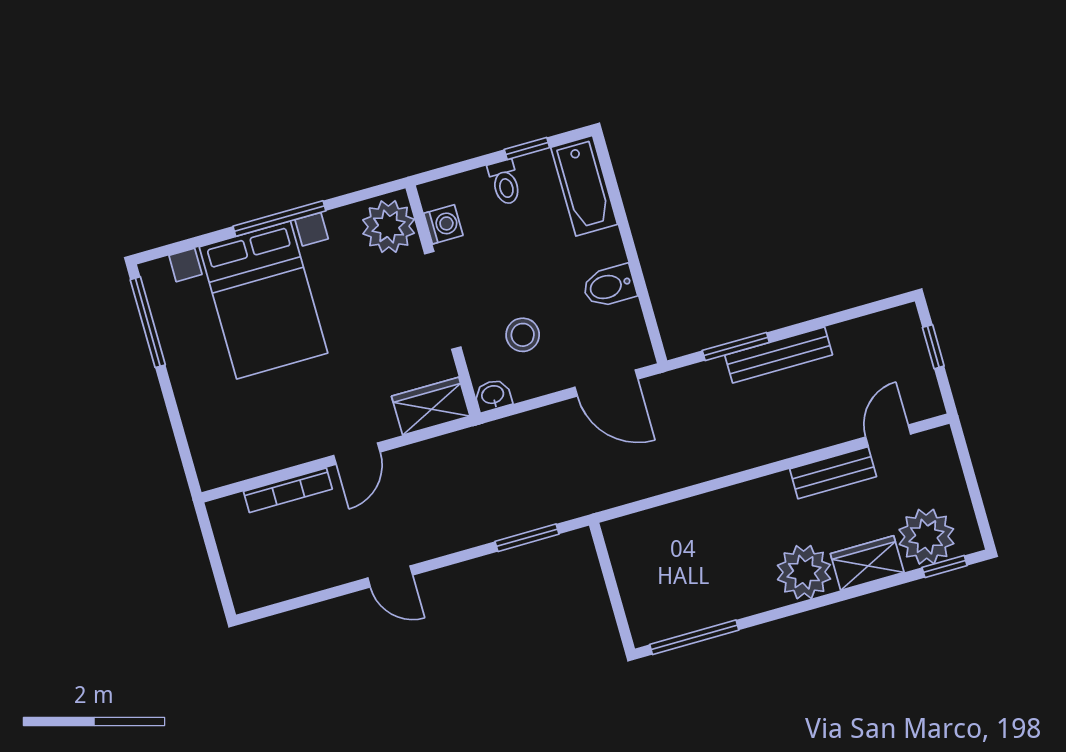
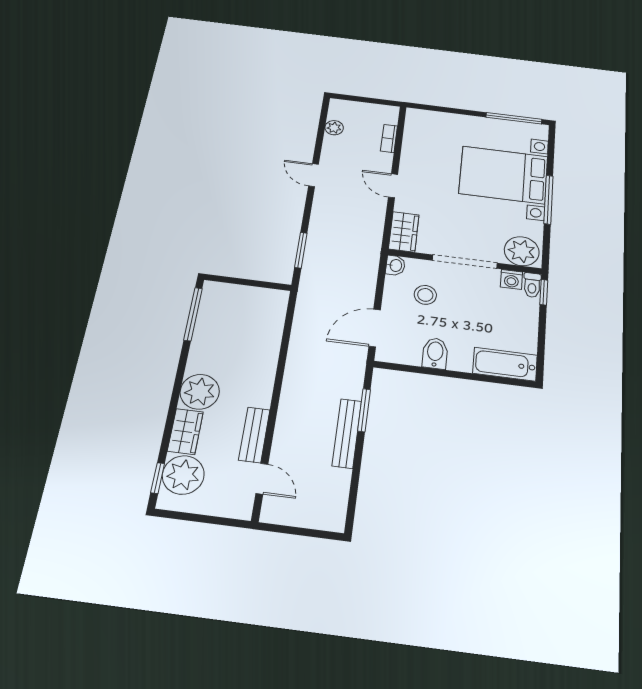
window: (527, 148) -> (544, 292), moved
toilet: (505, 182) -> (532, 285), moved, turned -90
window: (933, 347) -> (308, 532), removed
bookcase: (288, 490) -> (389, 139), width x0.64
door: (390, 576) -> (314, 175), hinge flipped
plant: (290, 584) -> (334, 128), added

